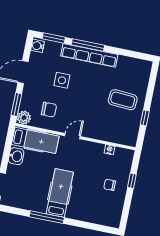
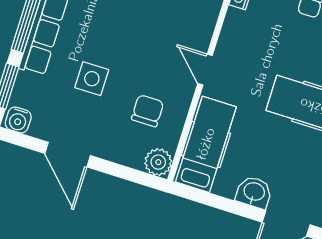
window: (16, 105) -> (131, 174), removed
washbasin: (16, 156) -> (254, 192), moved

